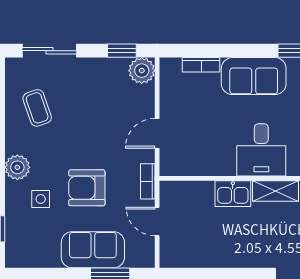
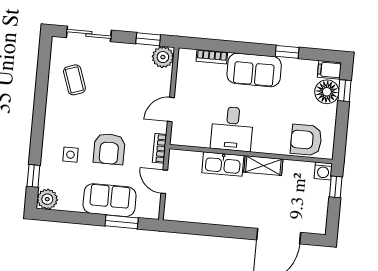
desk: (261, 150) -> (232, 129), moved
plant: (17, 167) -> (47, 199), moved
armchair: (87, 188) -> (109, 149), turned -90
kitchen sink: (233, 194) -> (223, 164), width x1.38

